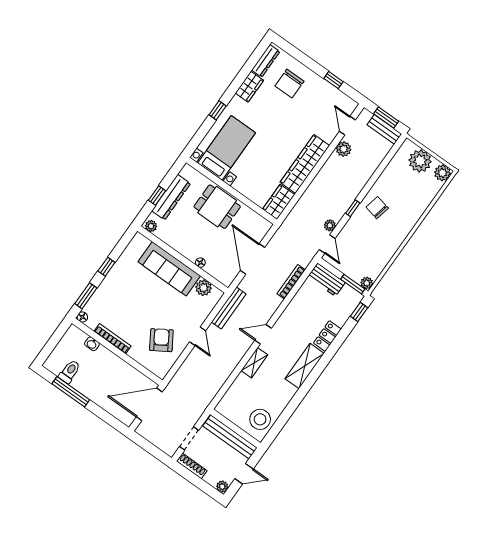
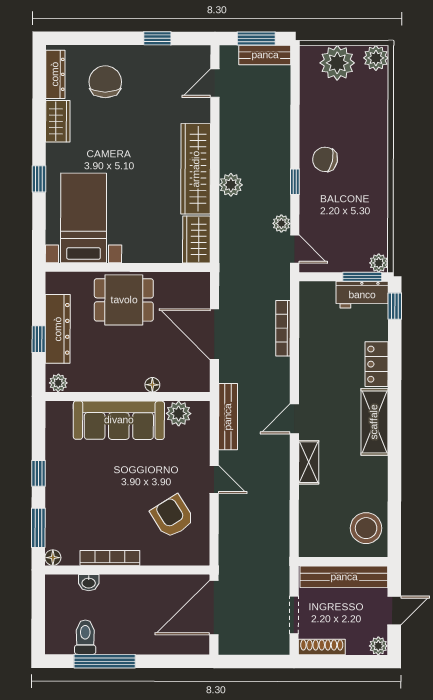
chair: (289, 84) -> (105, 82), turned 180
door: (347, 126) -> (215, 83), hinge flipped
plant: (344, 149) -> (231, 185), moved
workbench: (326, 280) -> (362, 295), moved

